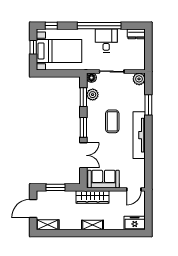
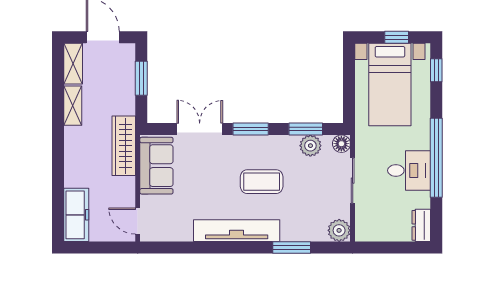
double door: (83, 155) -> (200, 129), swing flipped
freezer: (135, 223) -> (76, 215), width x1.40
shelving: (93, 225) -> (73, 106), moved

